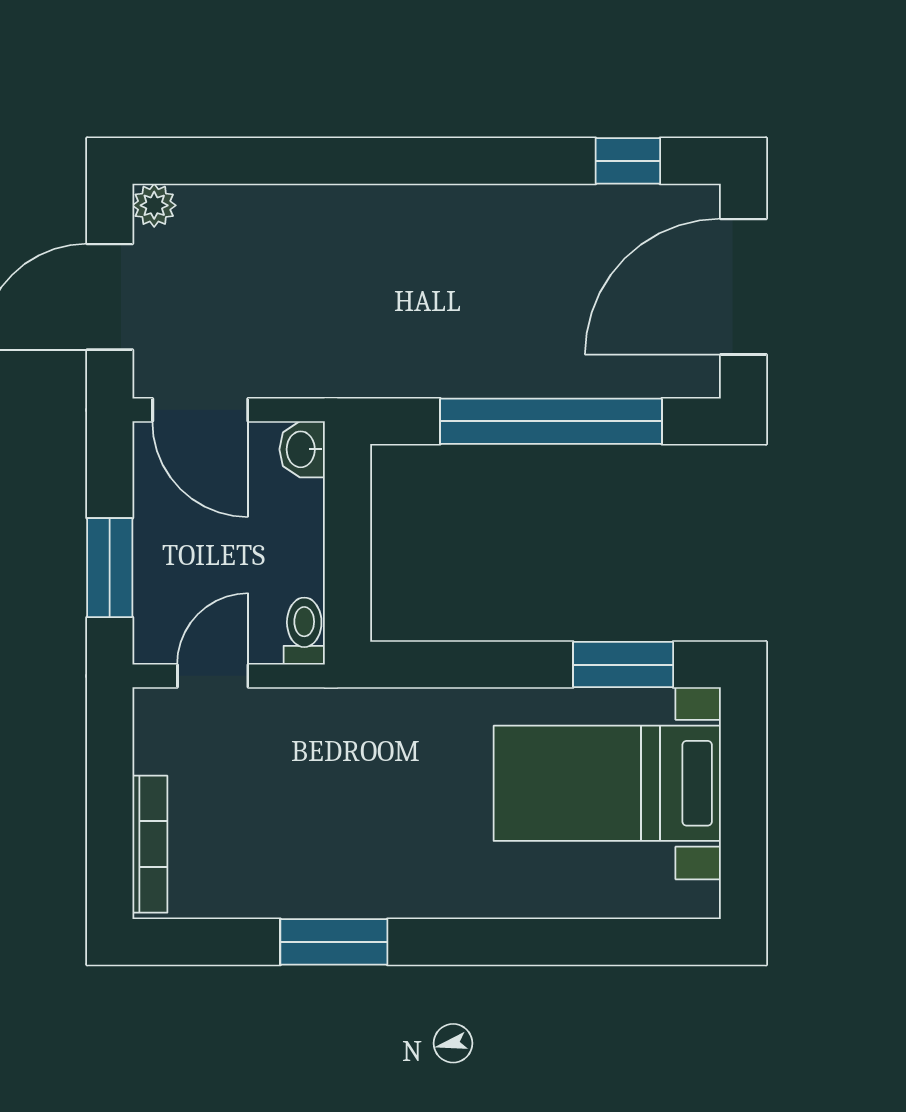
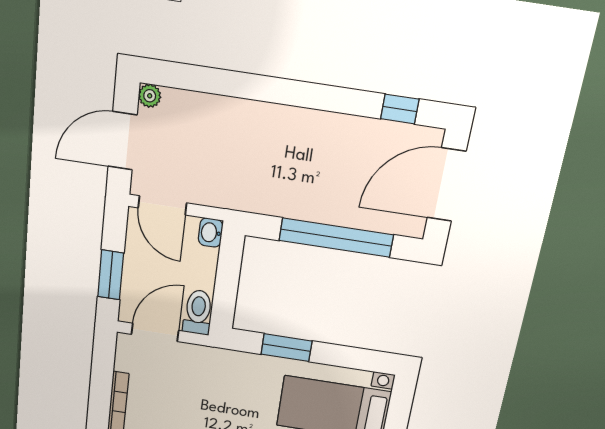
toilet: (304, 631) -> (198, 312), width x1.37, depth x1.39
window: (623, 665) -> (287, 348), moved
door: (213, 676) -> (155, 332), width x1.38

